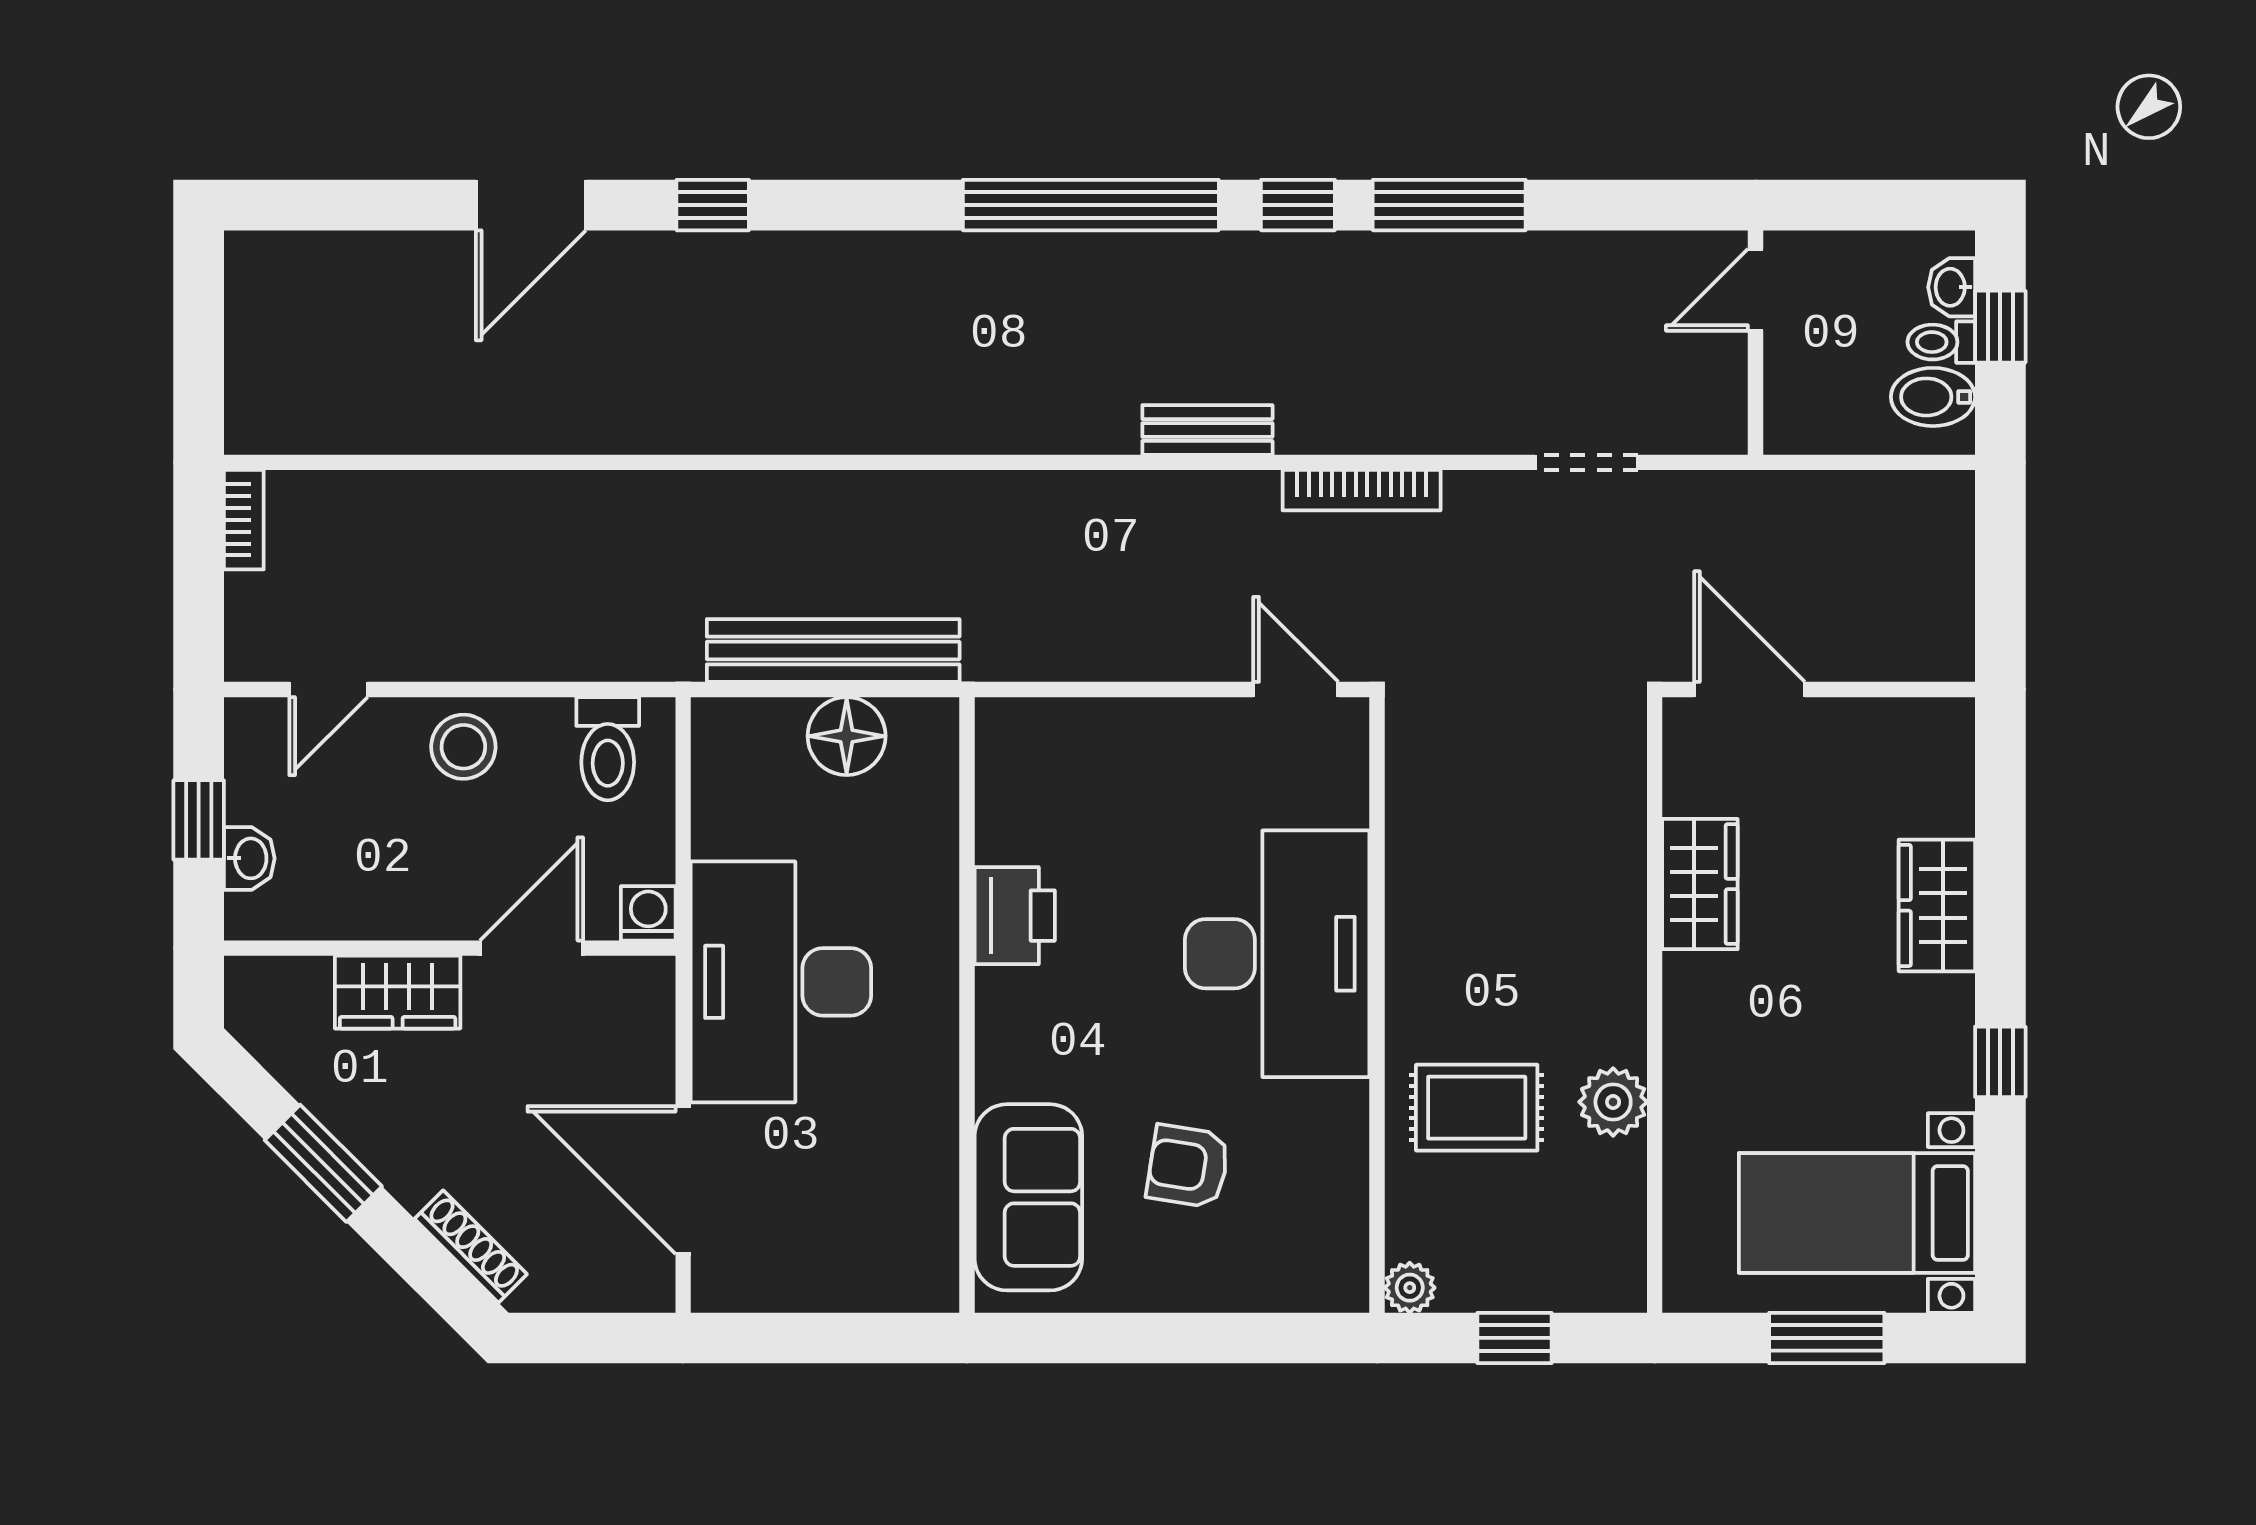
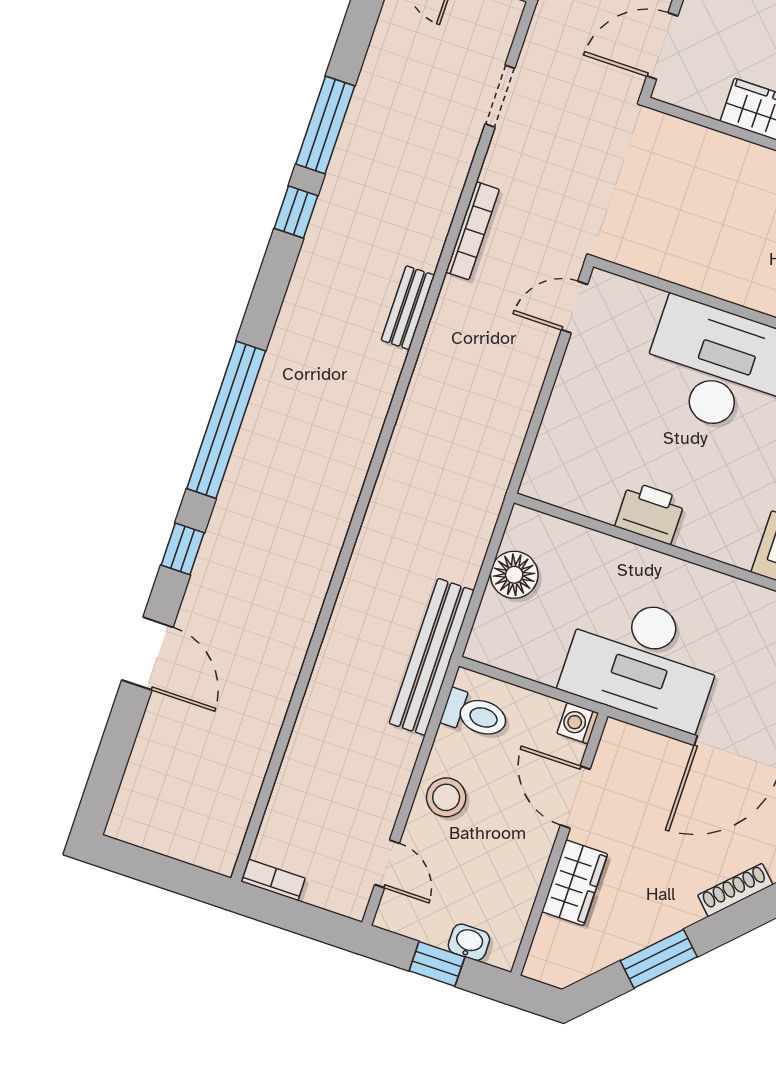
window: (1091, 205) -> (226, 420), moved
bench: (833, 650) -> (432, 657), moved

